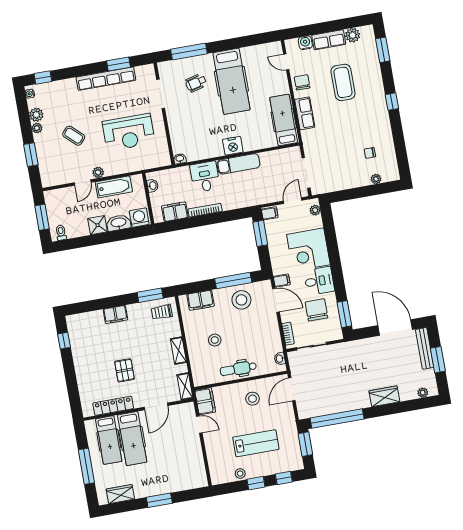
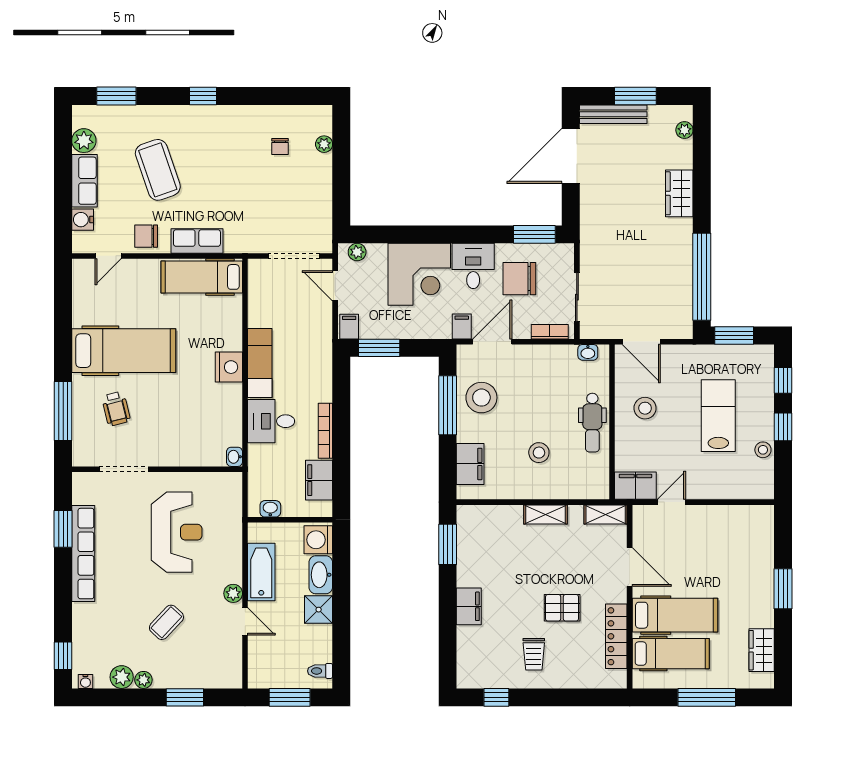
coffee table: (343, 82) -> (158, 170), turned 71
trolley: (162, 312) -> (534, 654), moved

